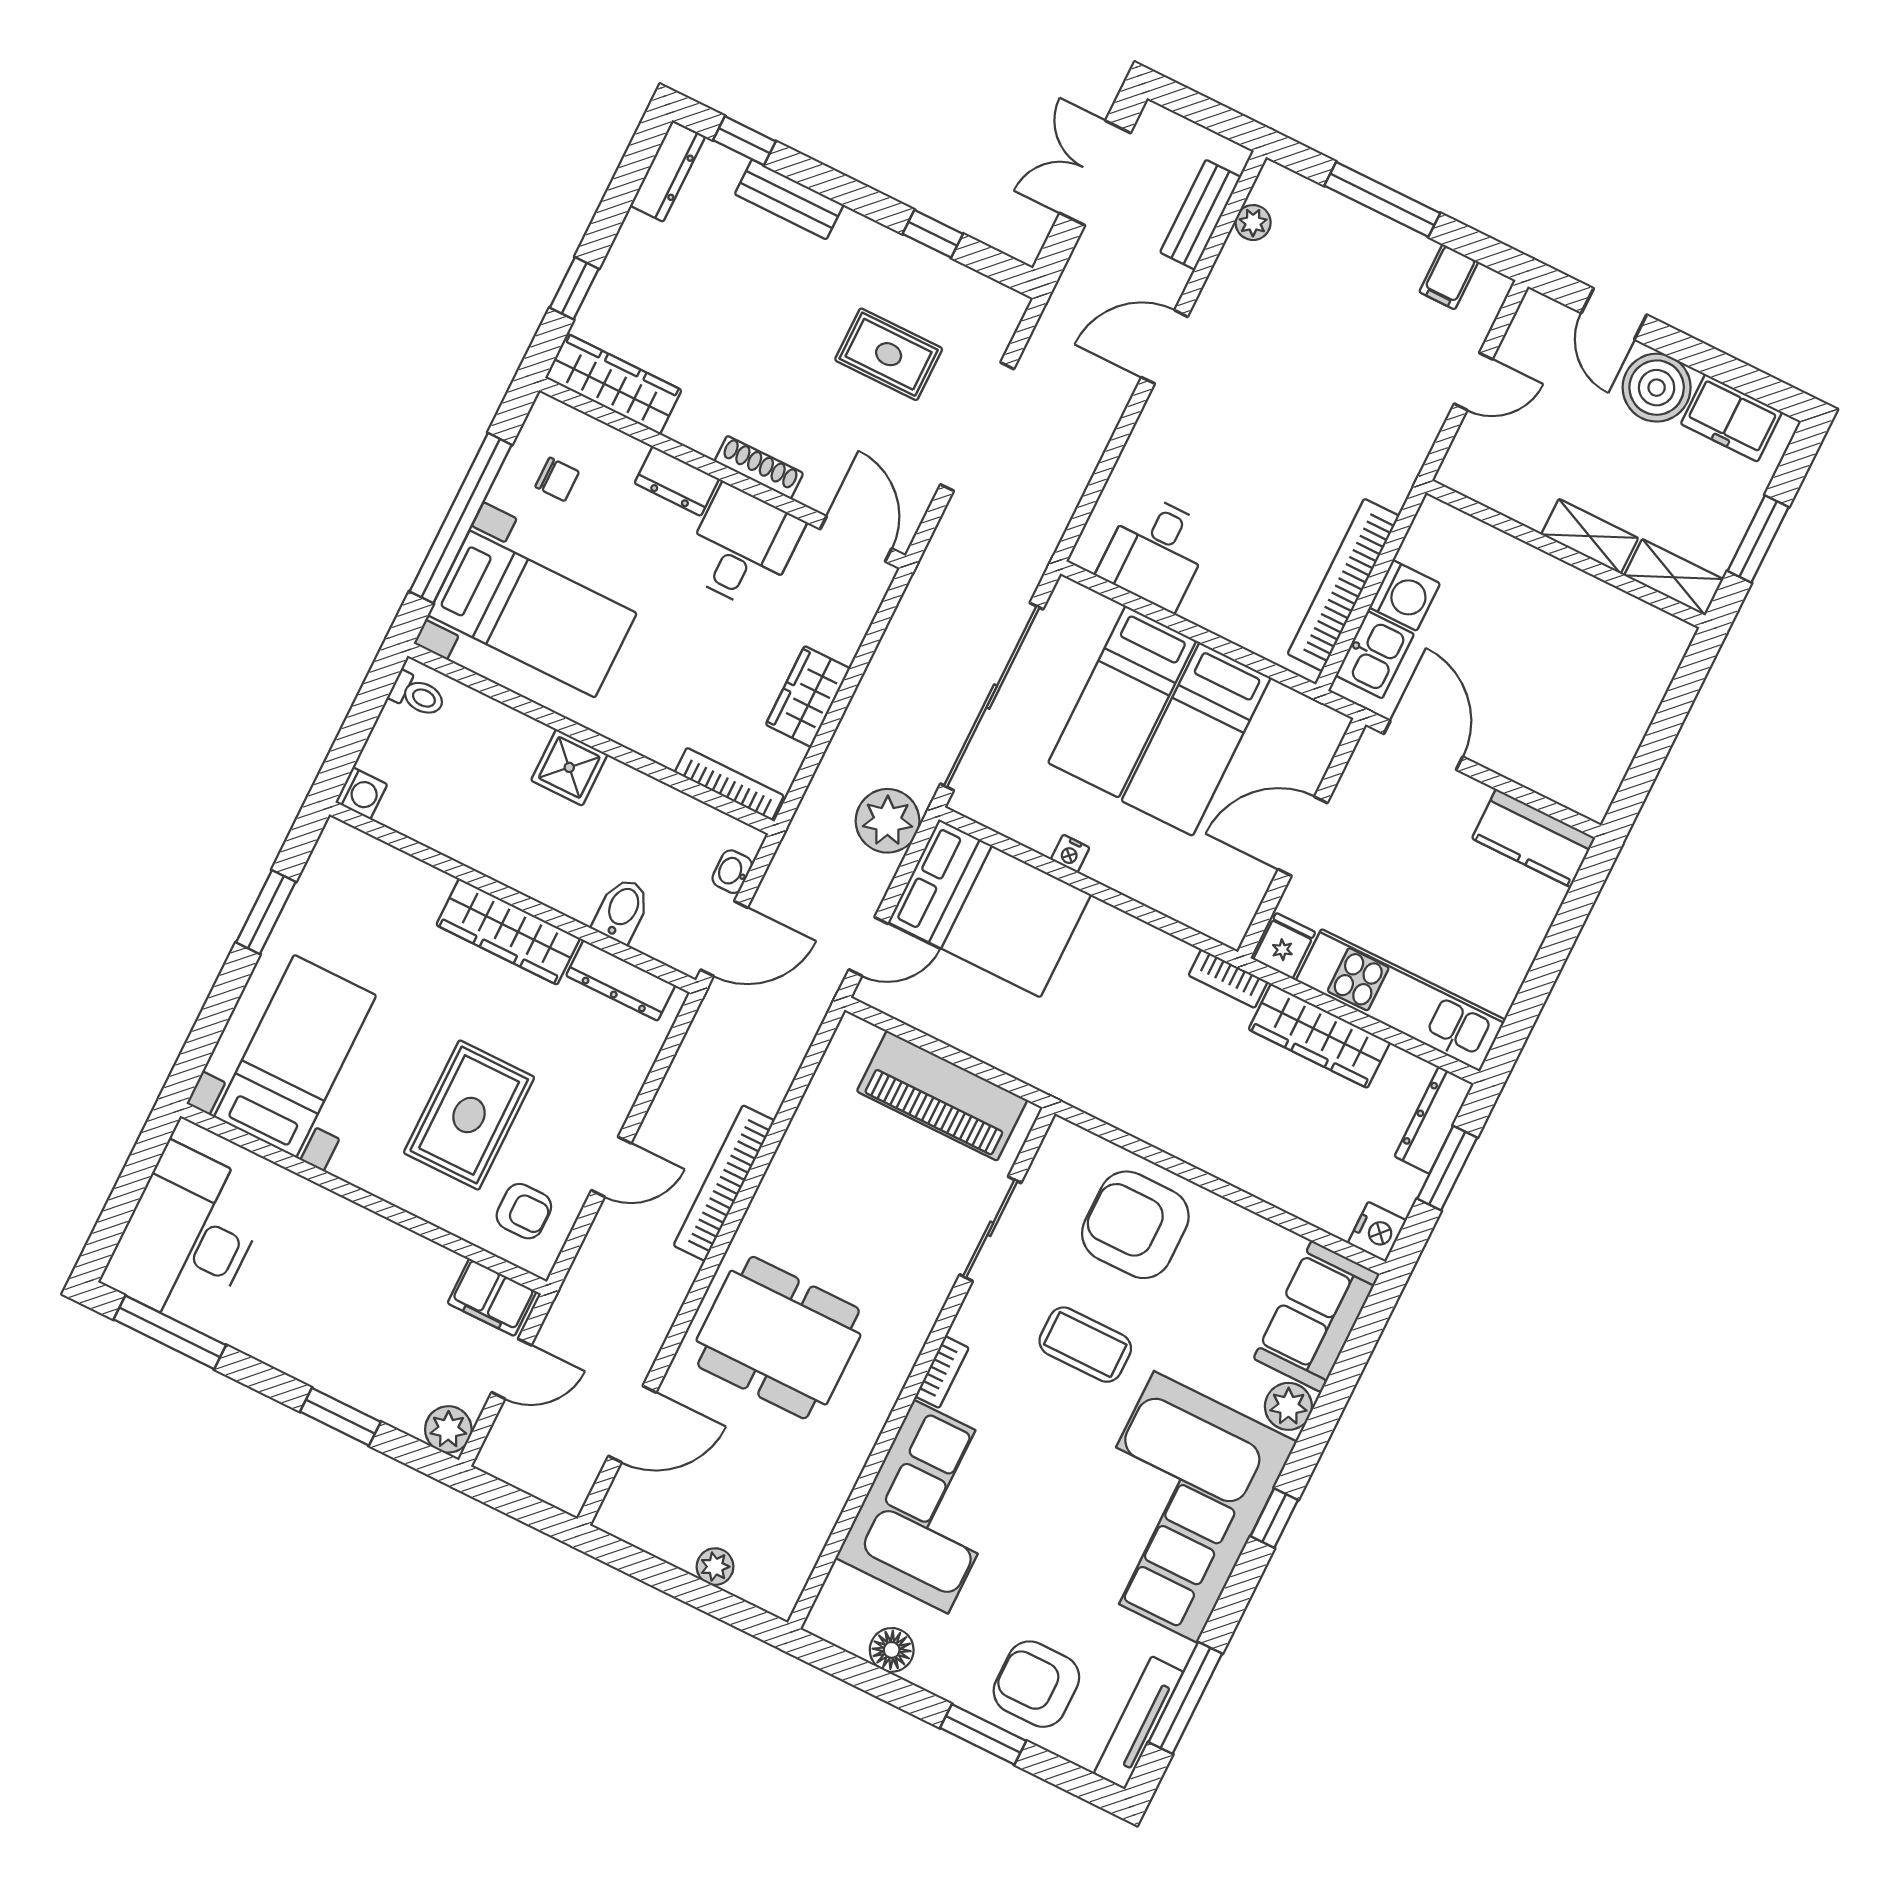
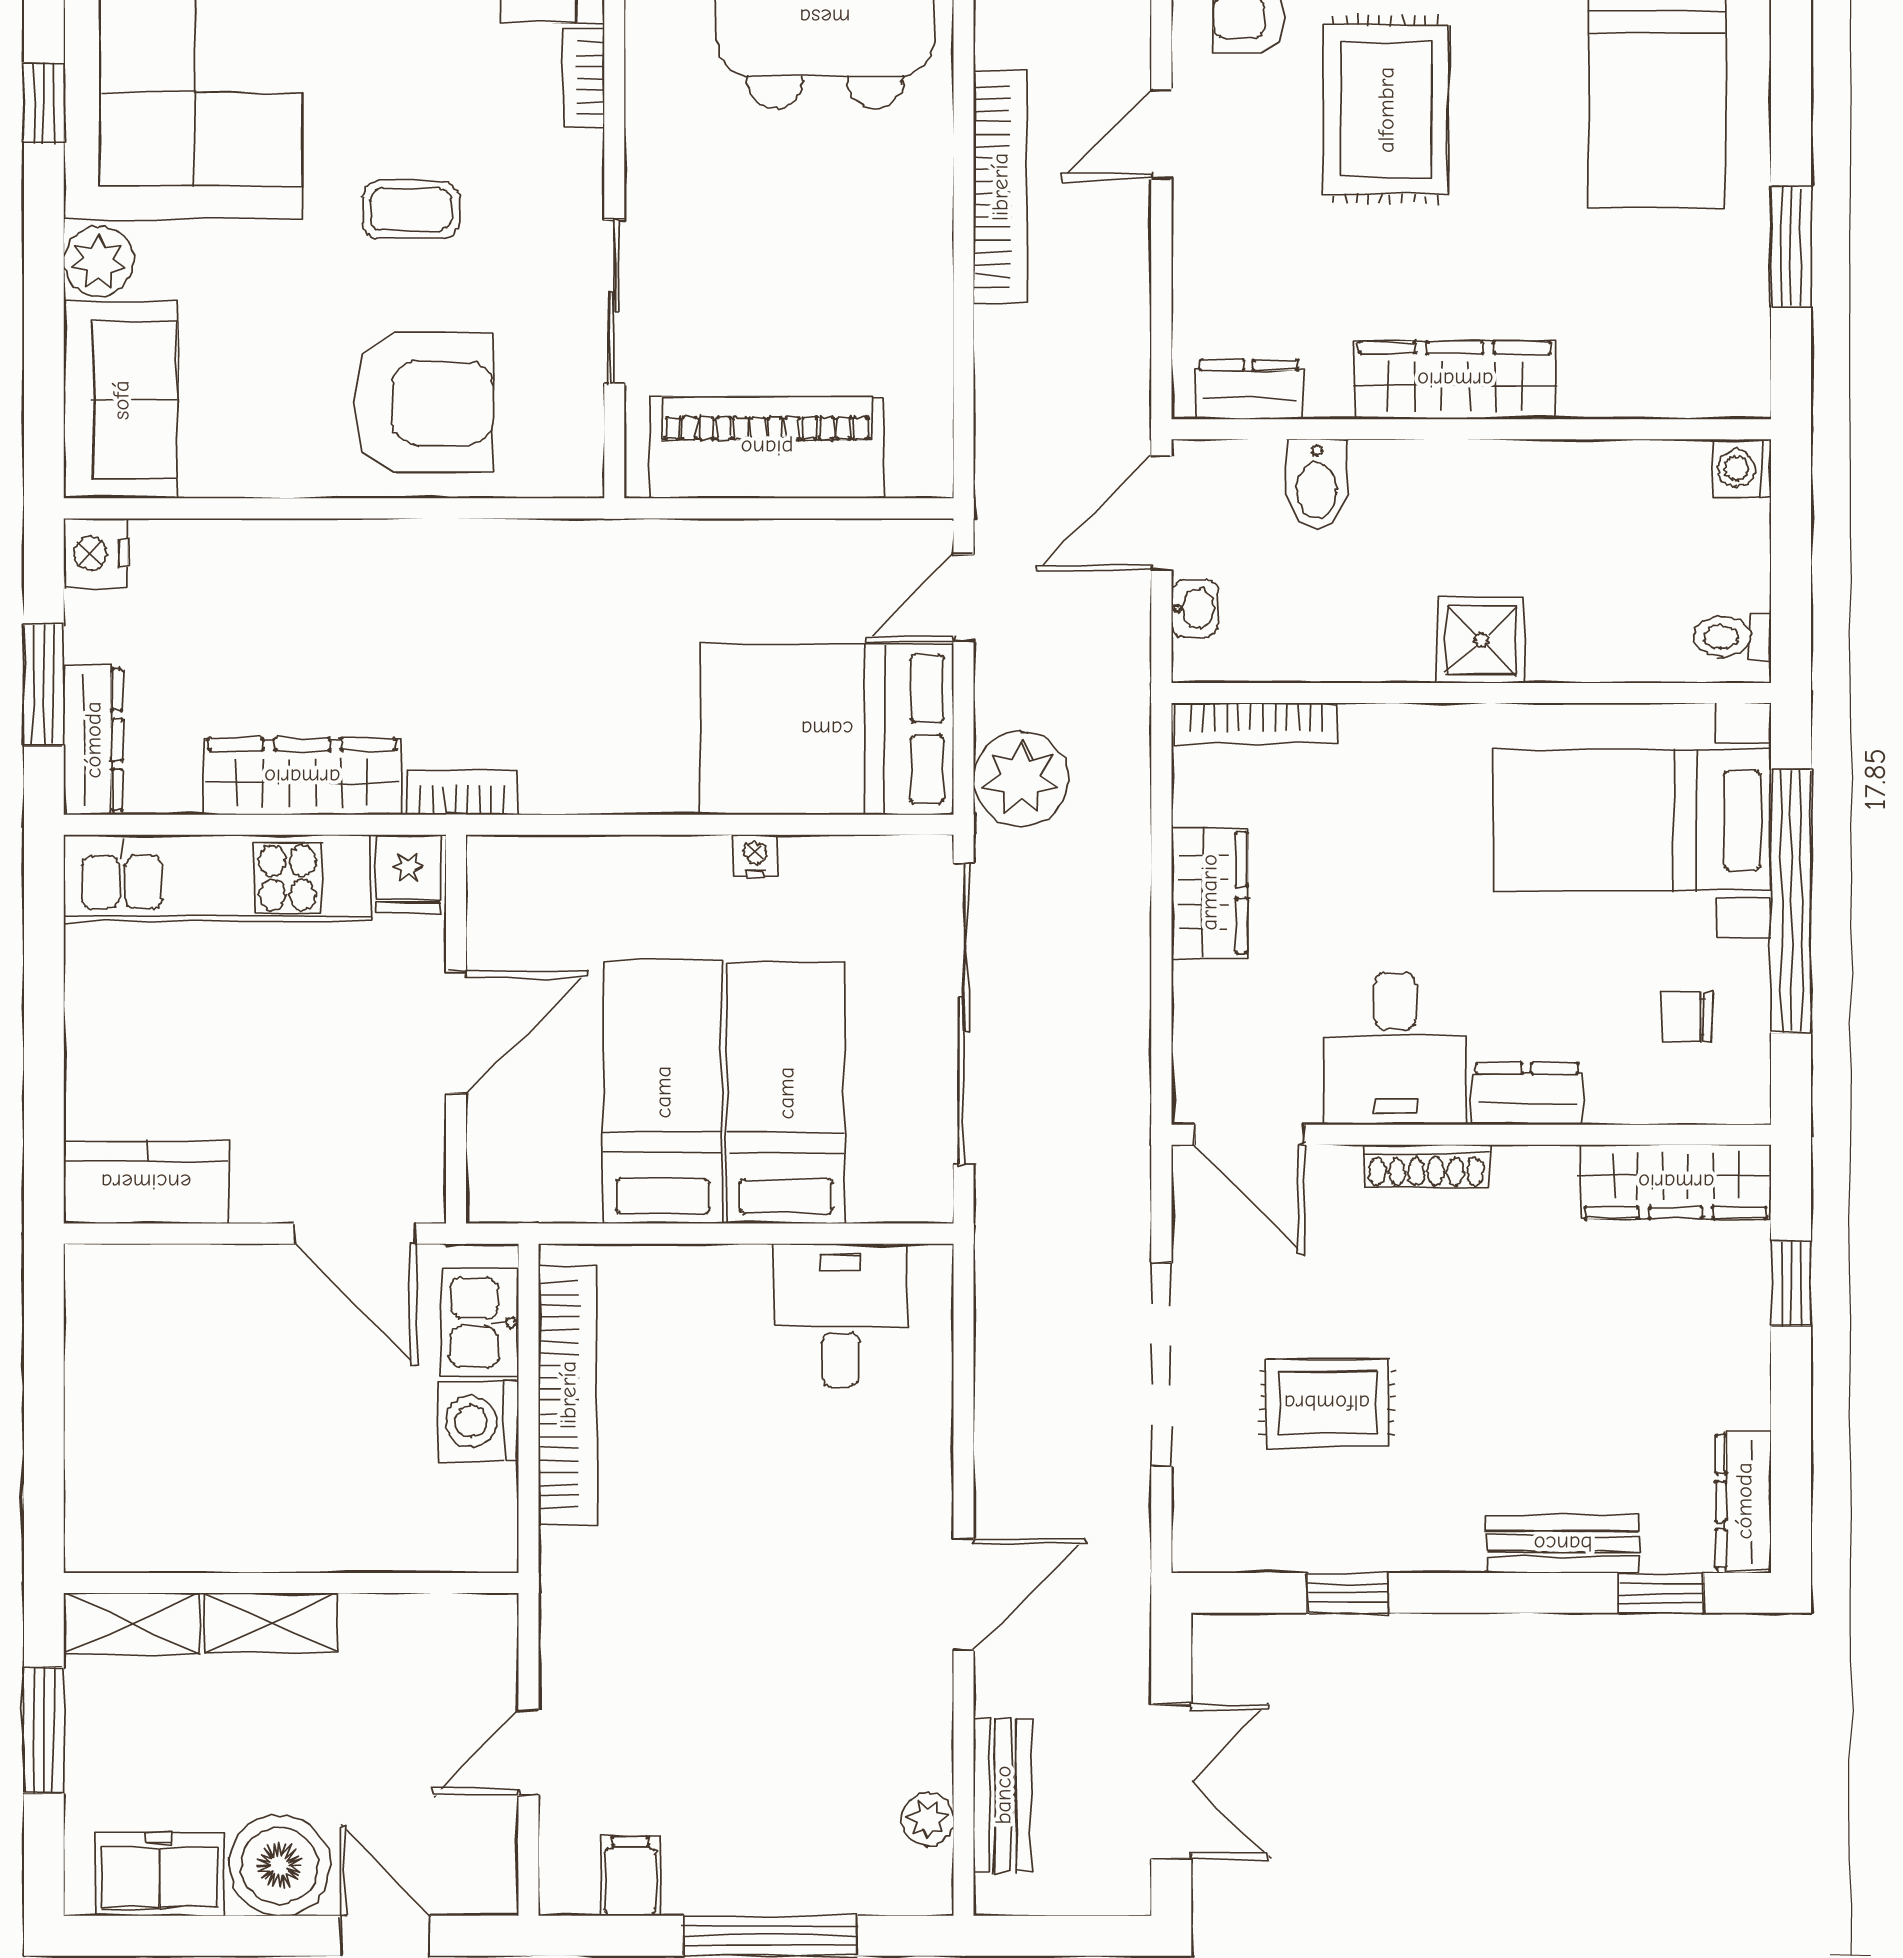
dresser: (621, 980) -> (1249, 389), width x0.70
coffee table: (1085, 1345) -> (411, 210), width x0.73, depth x0.77

